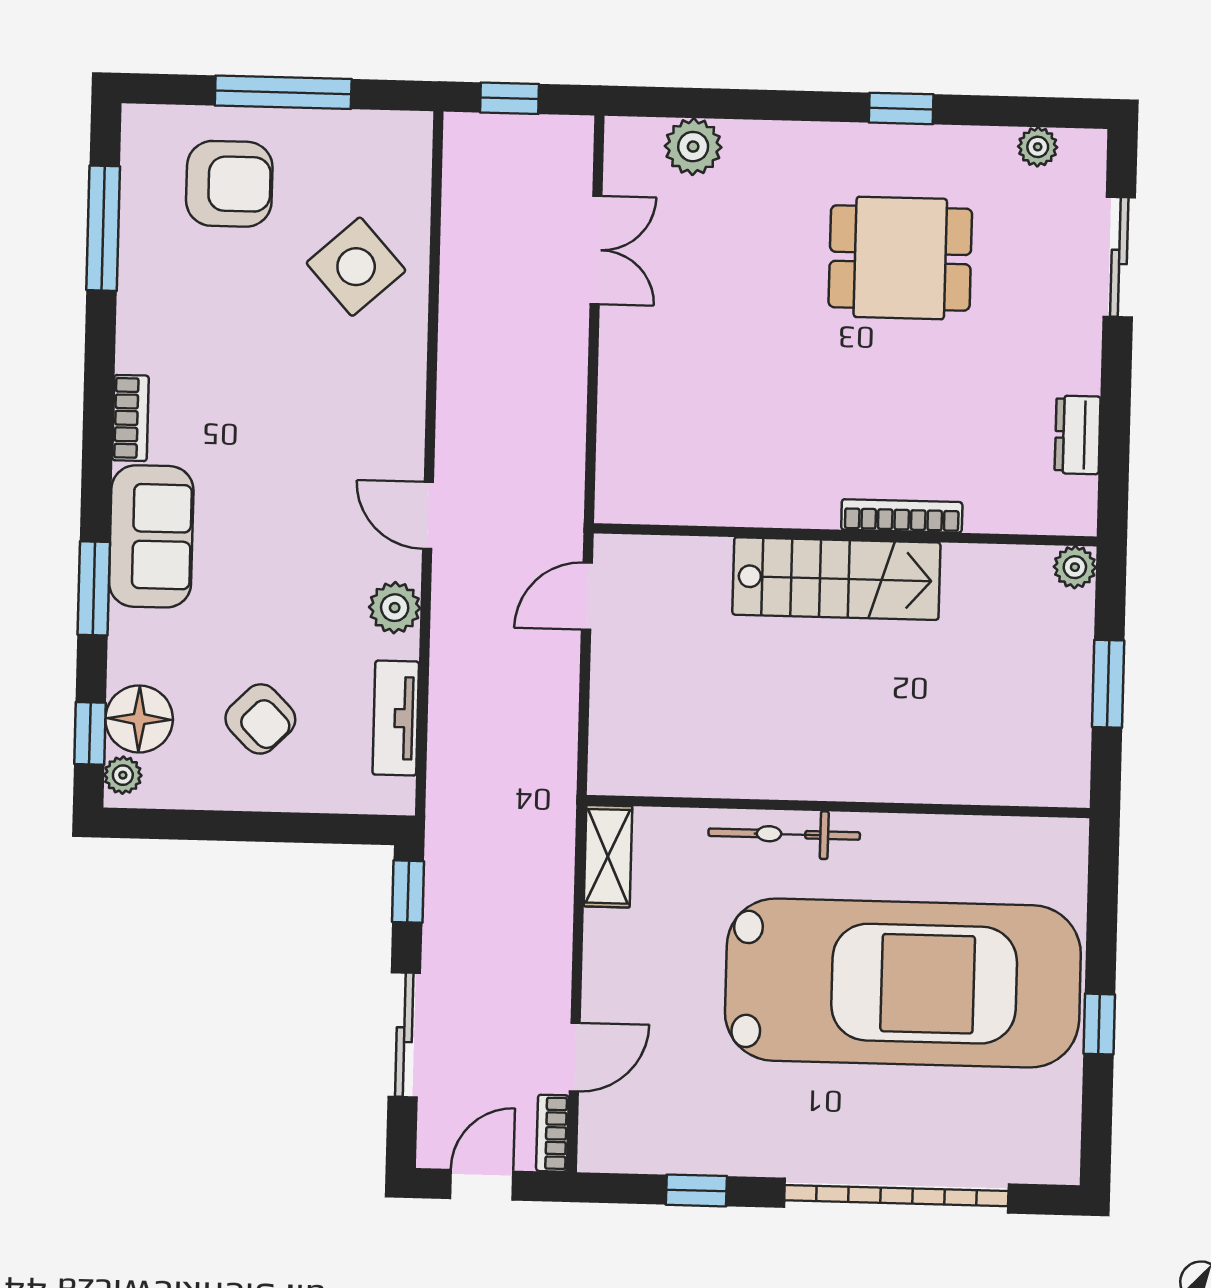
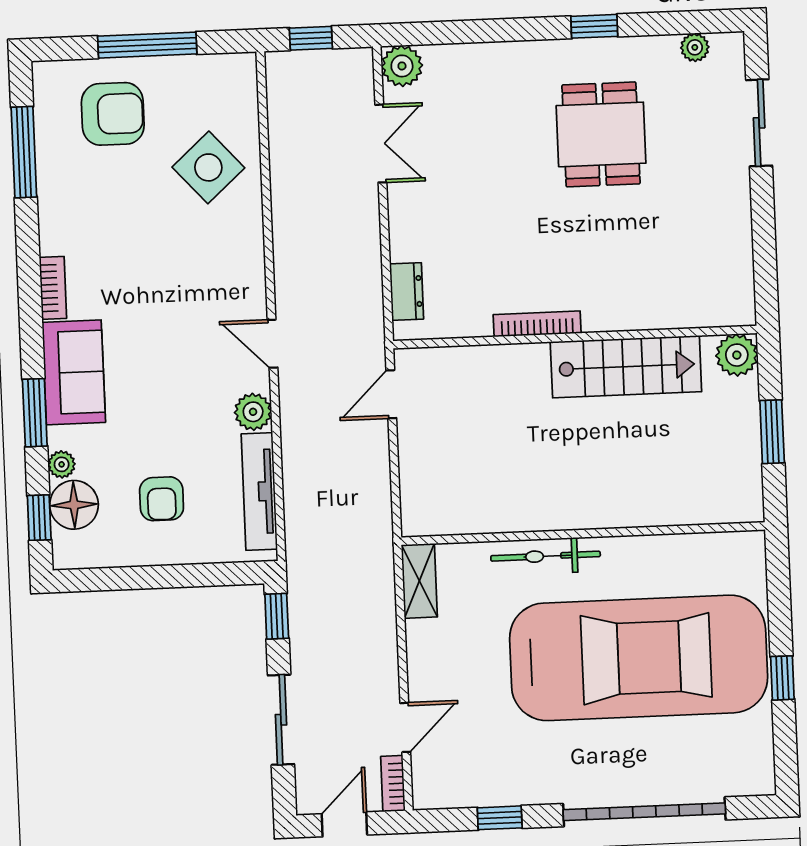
plant: (693, 147) -> (402, 66), moved
dining table: (900, 258) -> (601, 134), turned 90
dresser: (1078, 435) -> (407, 291), moved, turned 180
bookcase: (902, 516) -> (537, 324), moved
plant: (1075, 567) -> (737, 355), width x1.38, depth x1.38
stairs: (836, 579) -> (626, 367), moved
tv unit: (396, 718) -> (259, 492), width x1.41
armchair: (260, 719) -> (162, 499), turned 45
plant: (123, 775) -> (62, 464), moved

